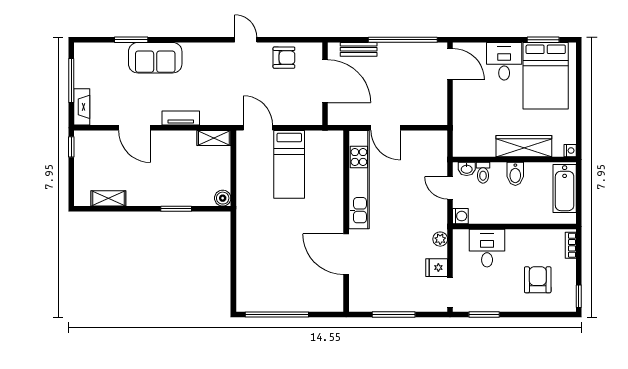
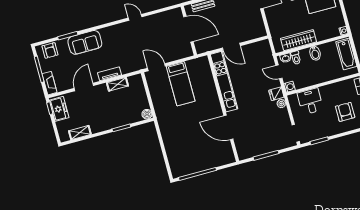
armchair: (284, 58) -> (50, 50), moved, turned 90
door: (135, 128) -> (84, 87), swing flipped
shelving: (214, 138) -> (117, 84), moved
wardrobe: (524, 146) -> (299, 40), moved
freezer: (86, 152) -> (59, 109), added
fridge: (437, 268) -> (276, 94), moved

